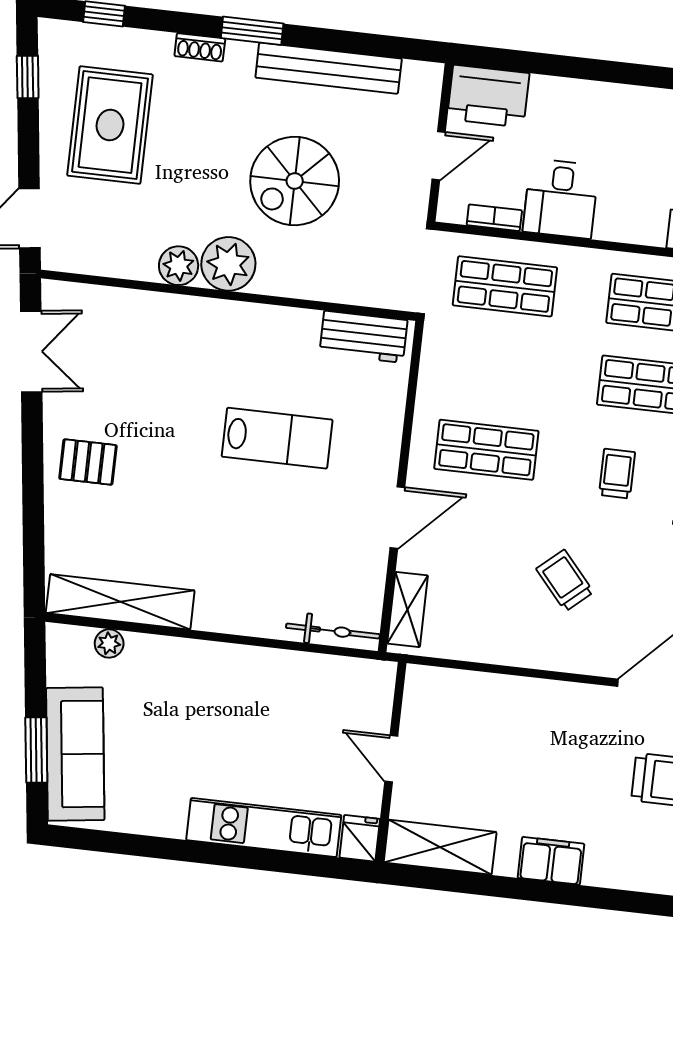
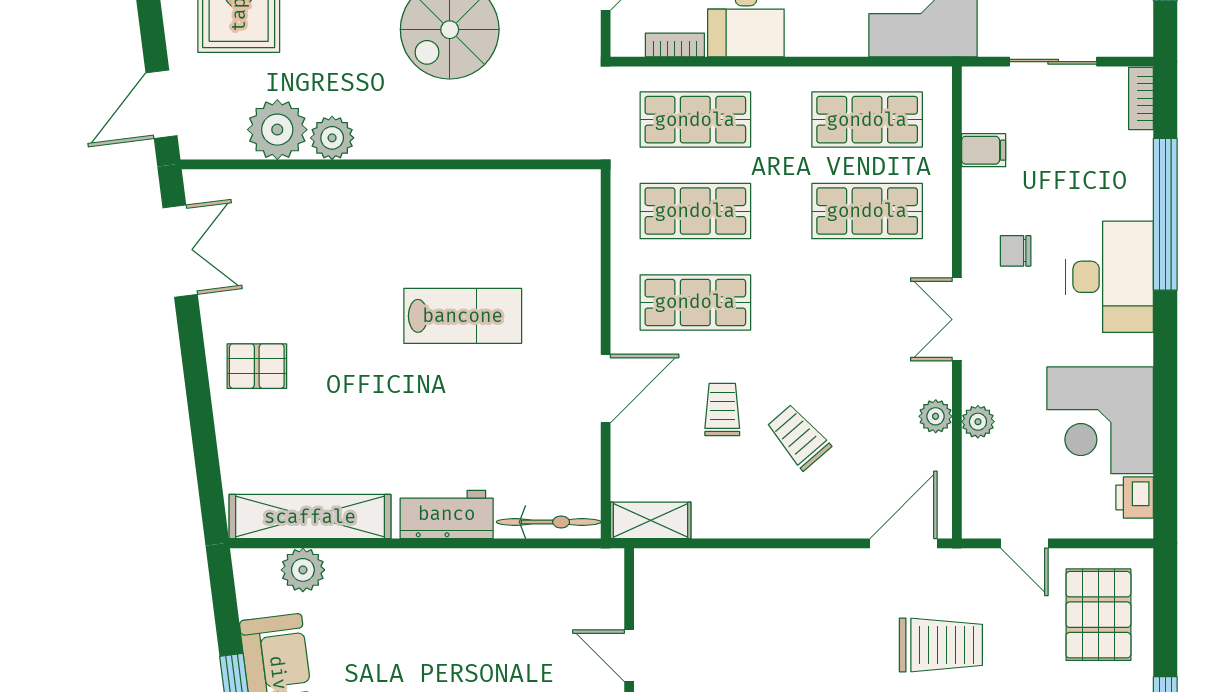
plant: (228, 264) -> (277, 130), moved
workbench: (363, 337) -> (447, 514), moved, turned 180
shop shelf: (496, 368) -> (695, 211), added
trolley: (617, 474) -> (722, 410), moved
shelving: (408, 609) -> (651, 520), moved, turned 90
plant: (109, 643) -> (303, 570), width x1.38, depth x1.38

